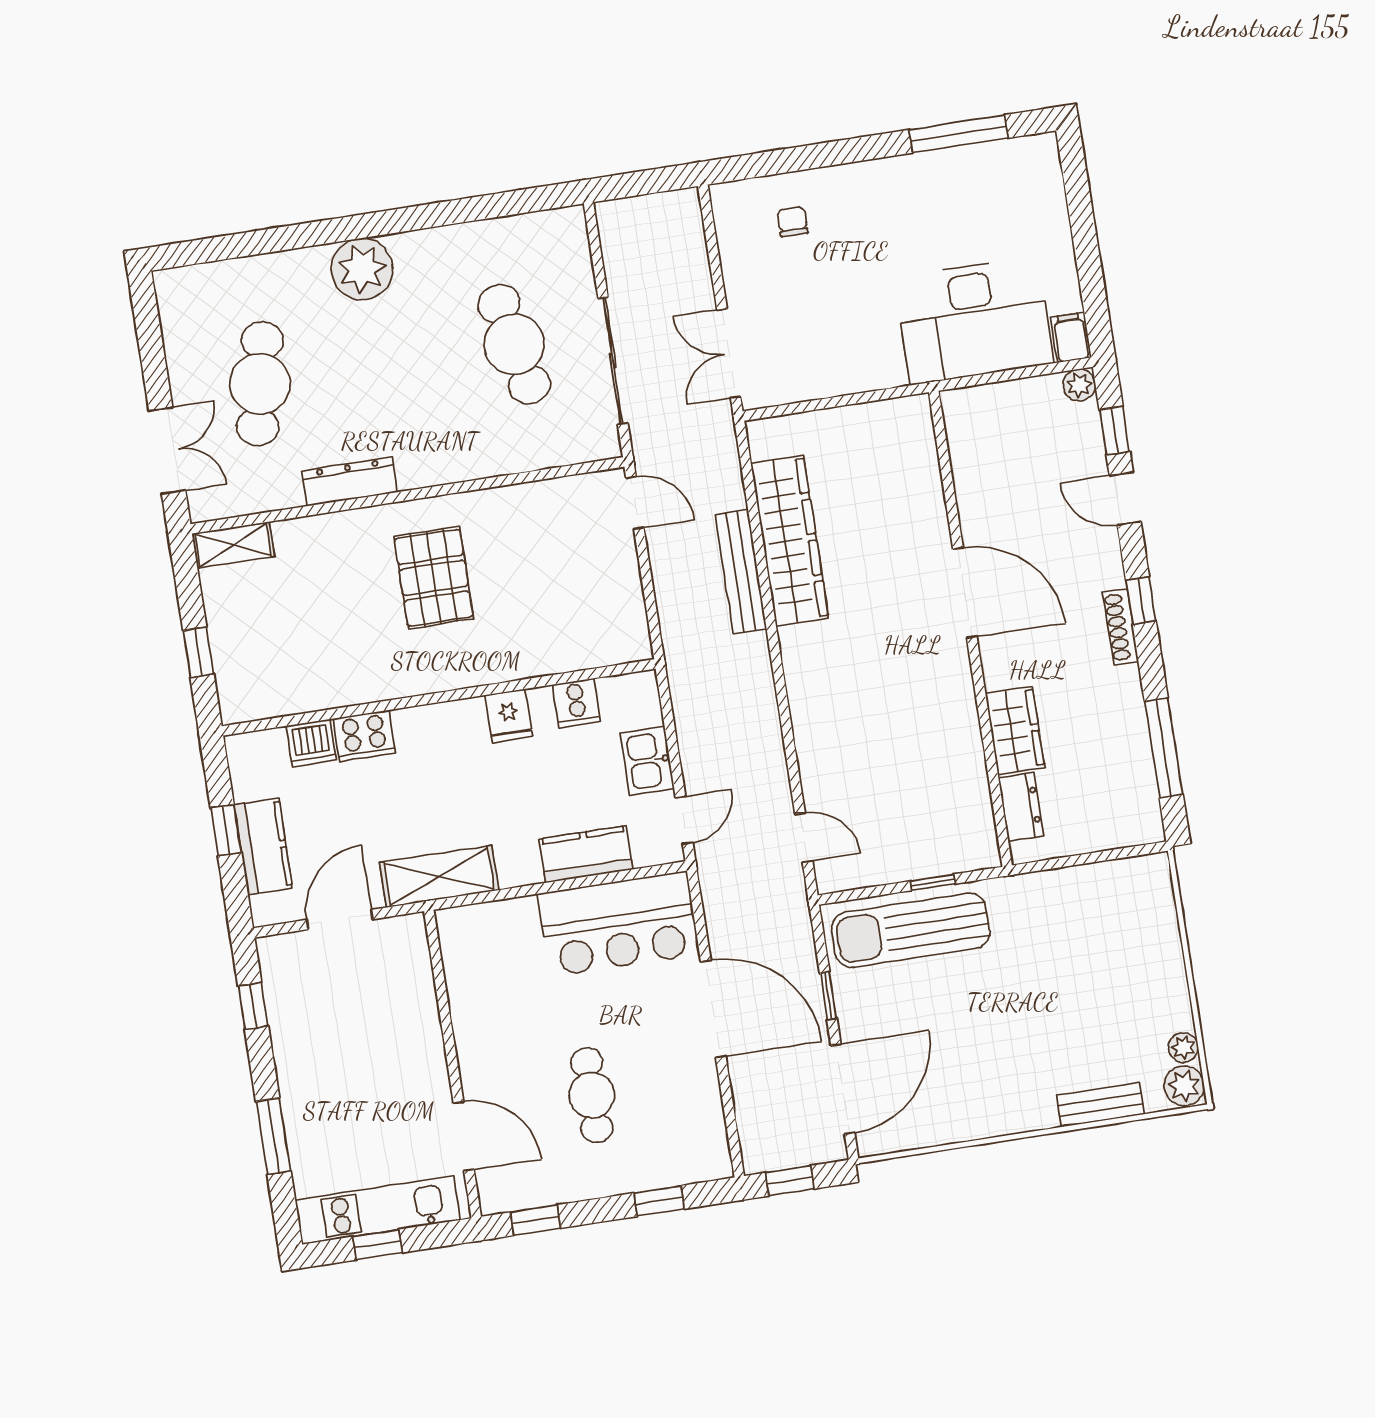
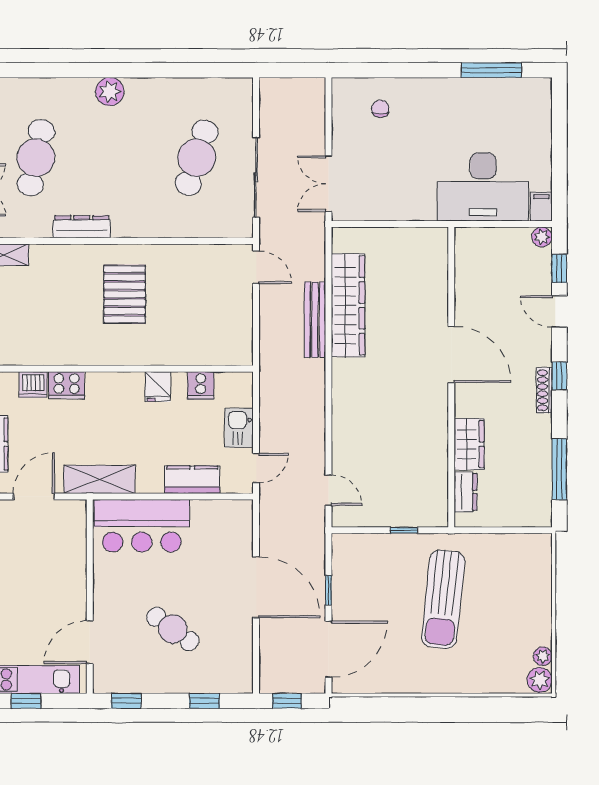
plant: (362, 269) -> (110, 92), width x0.73, depth x0.73
cafe table: (514, 344) -> (197, 158), turned 30
bar counter: (618, 924) -> (142, 526), moved
sun lounger: (911, 930) -> (443, 599), moved, turned -84
cafe table: (592, 1095) -> (173, 629), turned -54
bench: (1100, 1105) -> (486, 684), removed
door: (464, 1136) -> (90, 642), swing flipped

